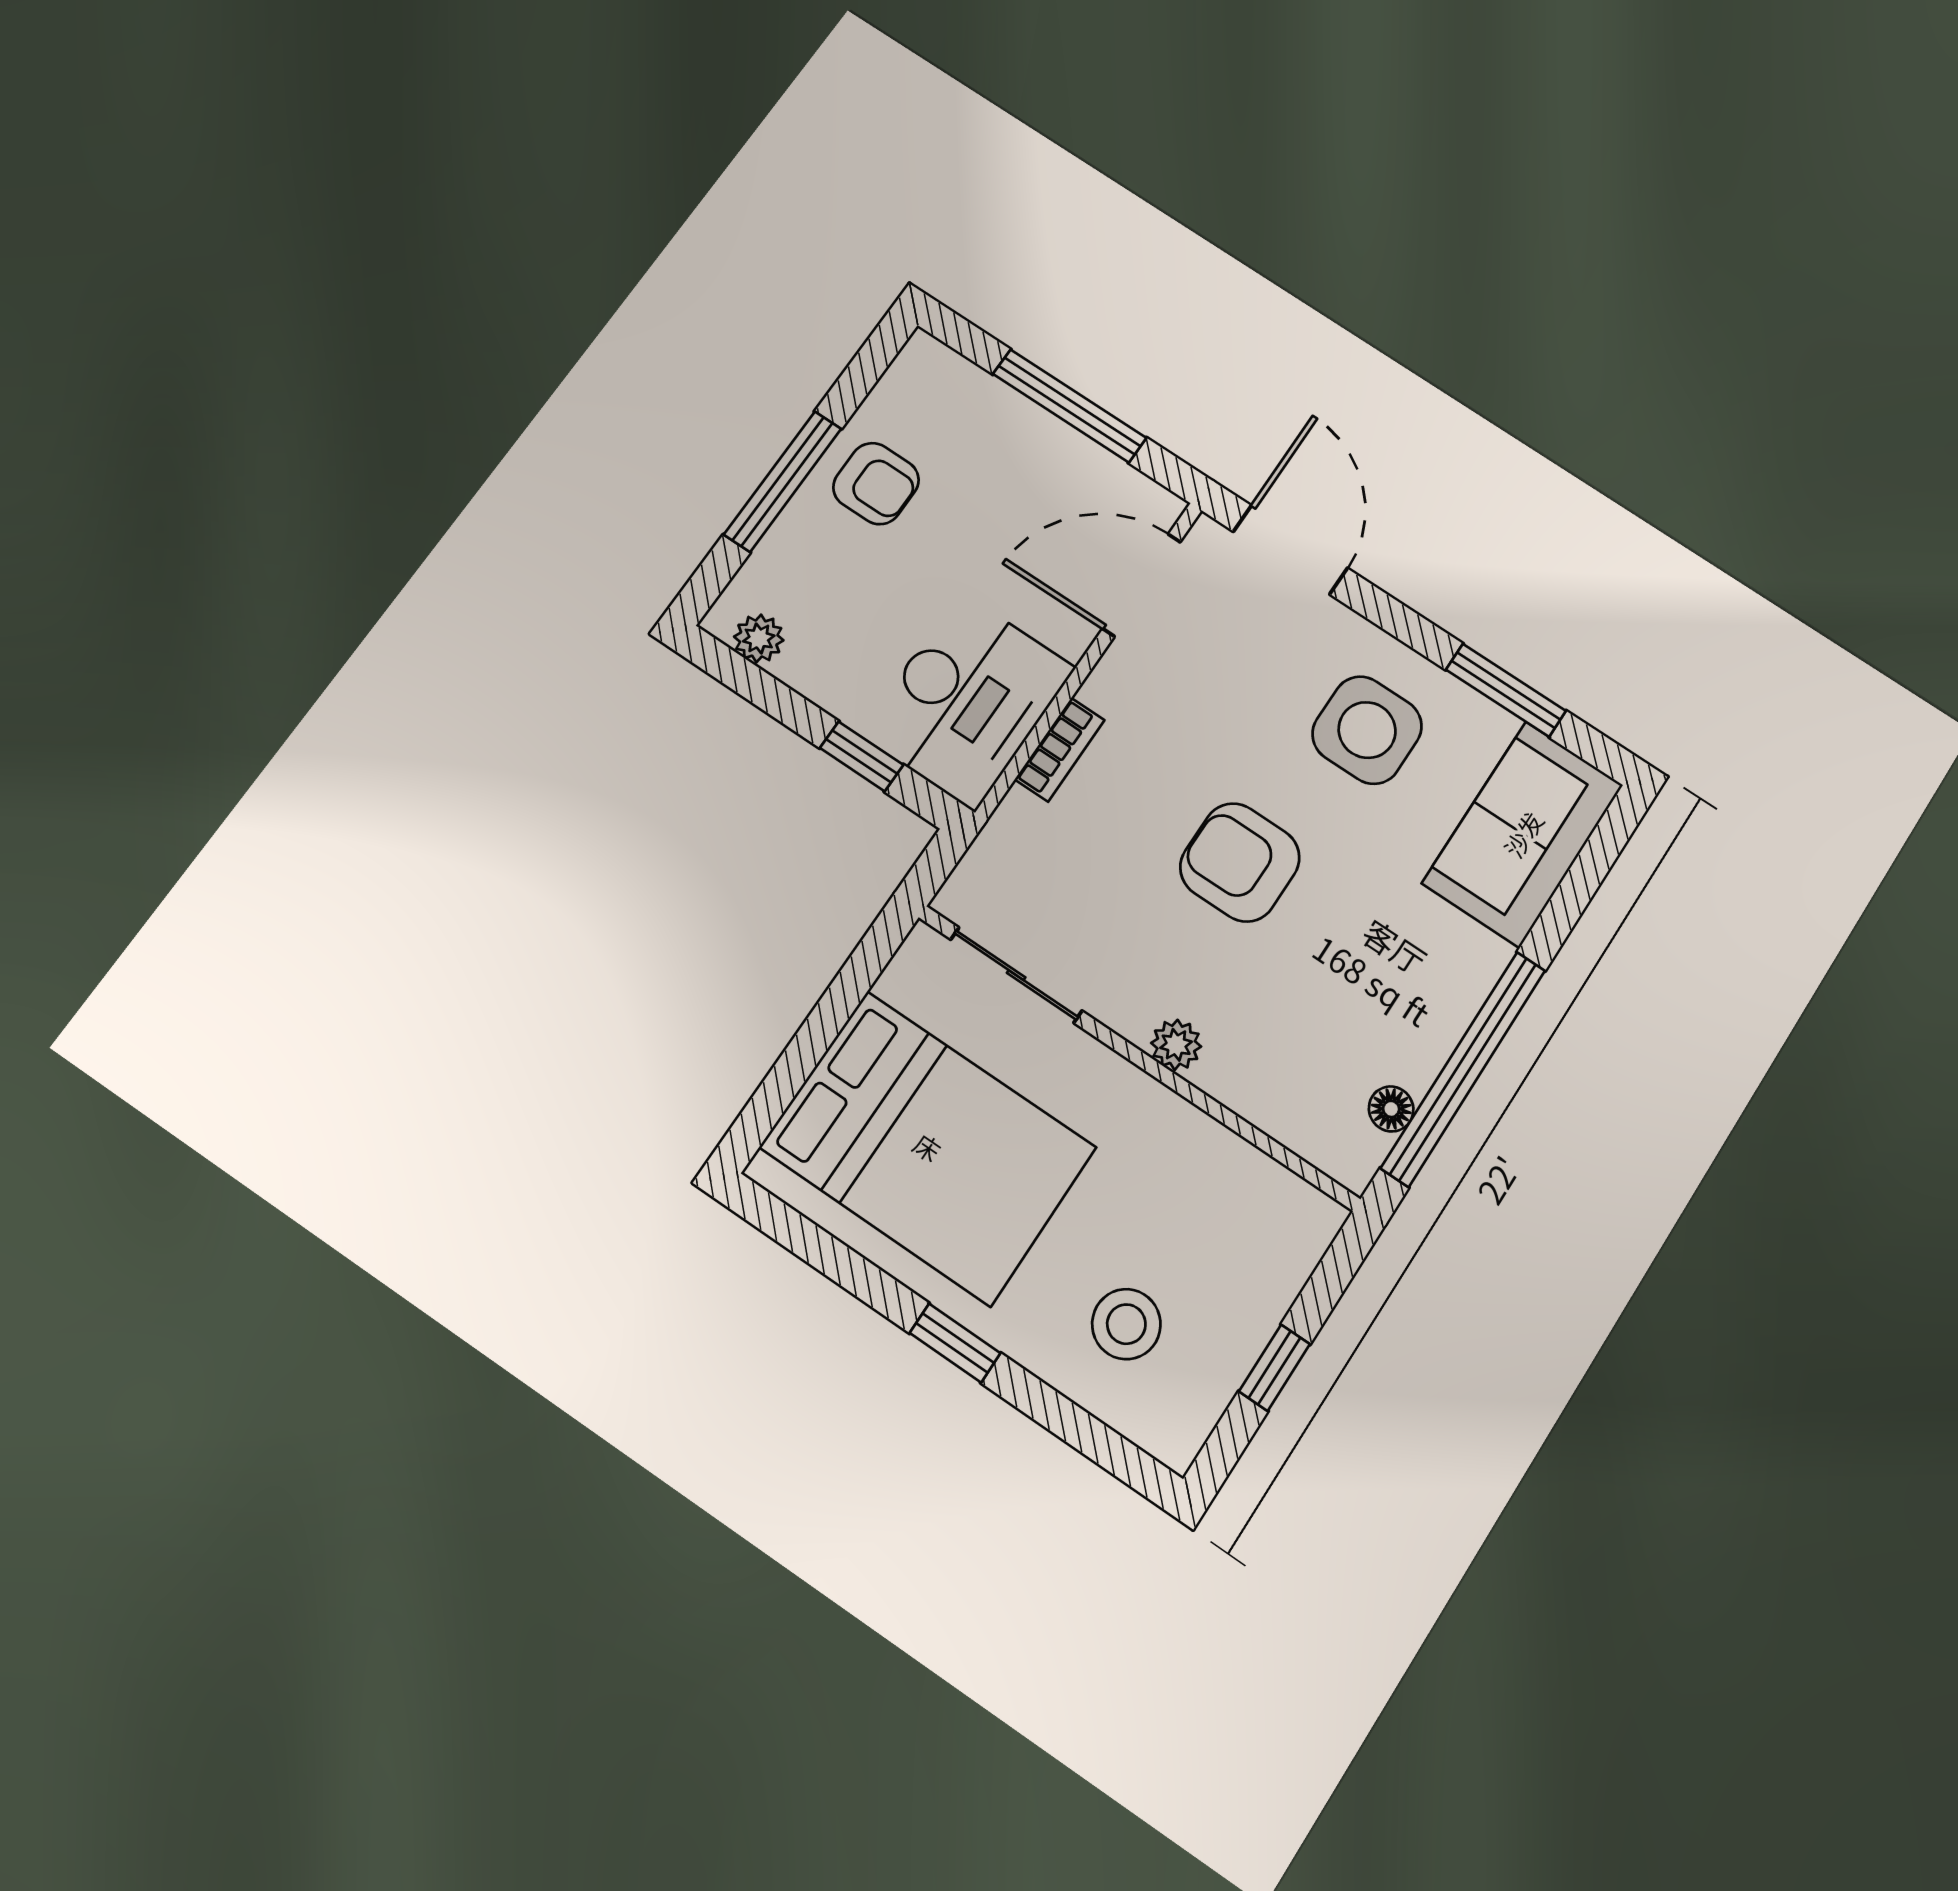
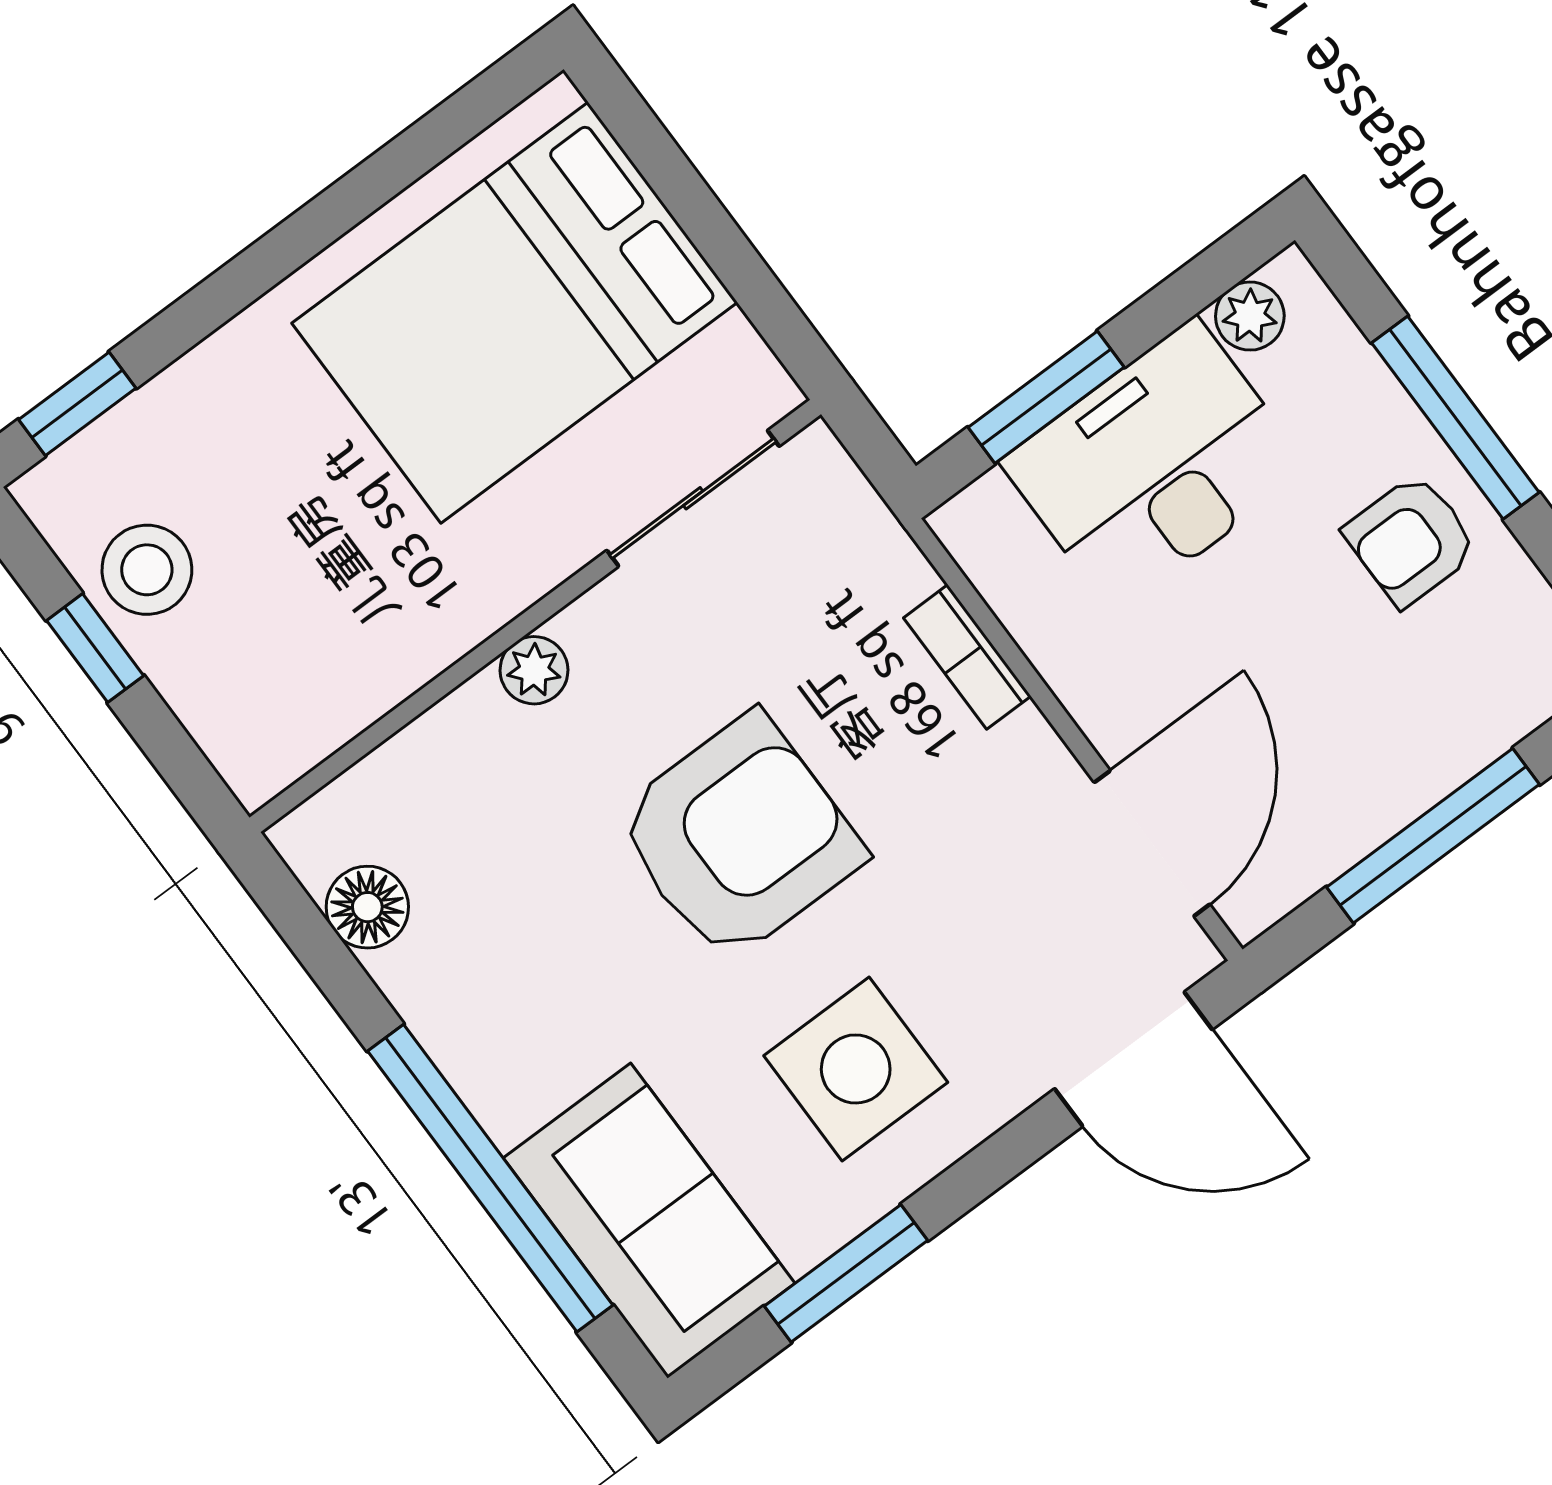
desk: (967, 701) -> (1155, 466), moved, turned 90
window: (862, 756) -> (1046, 397), width x1.50
armchair: (1240, 862) -> (739, 838), width x1.36, depth x1.36
window: (1463, 1069) -> (490, 1178), moved
floor lamp: (1391, 1109) -> (367, 907), width x1.37, depth x1.37
stool: (1126, 1324) -> (147, 570), moved
window: (955, 1343) -> (77, 404), moved

